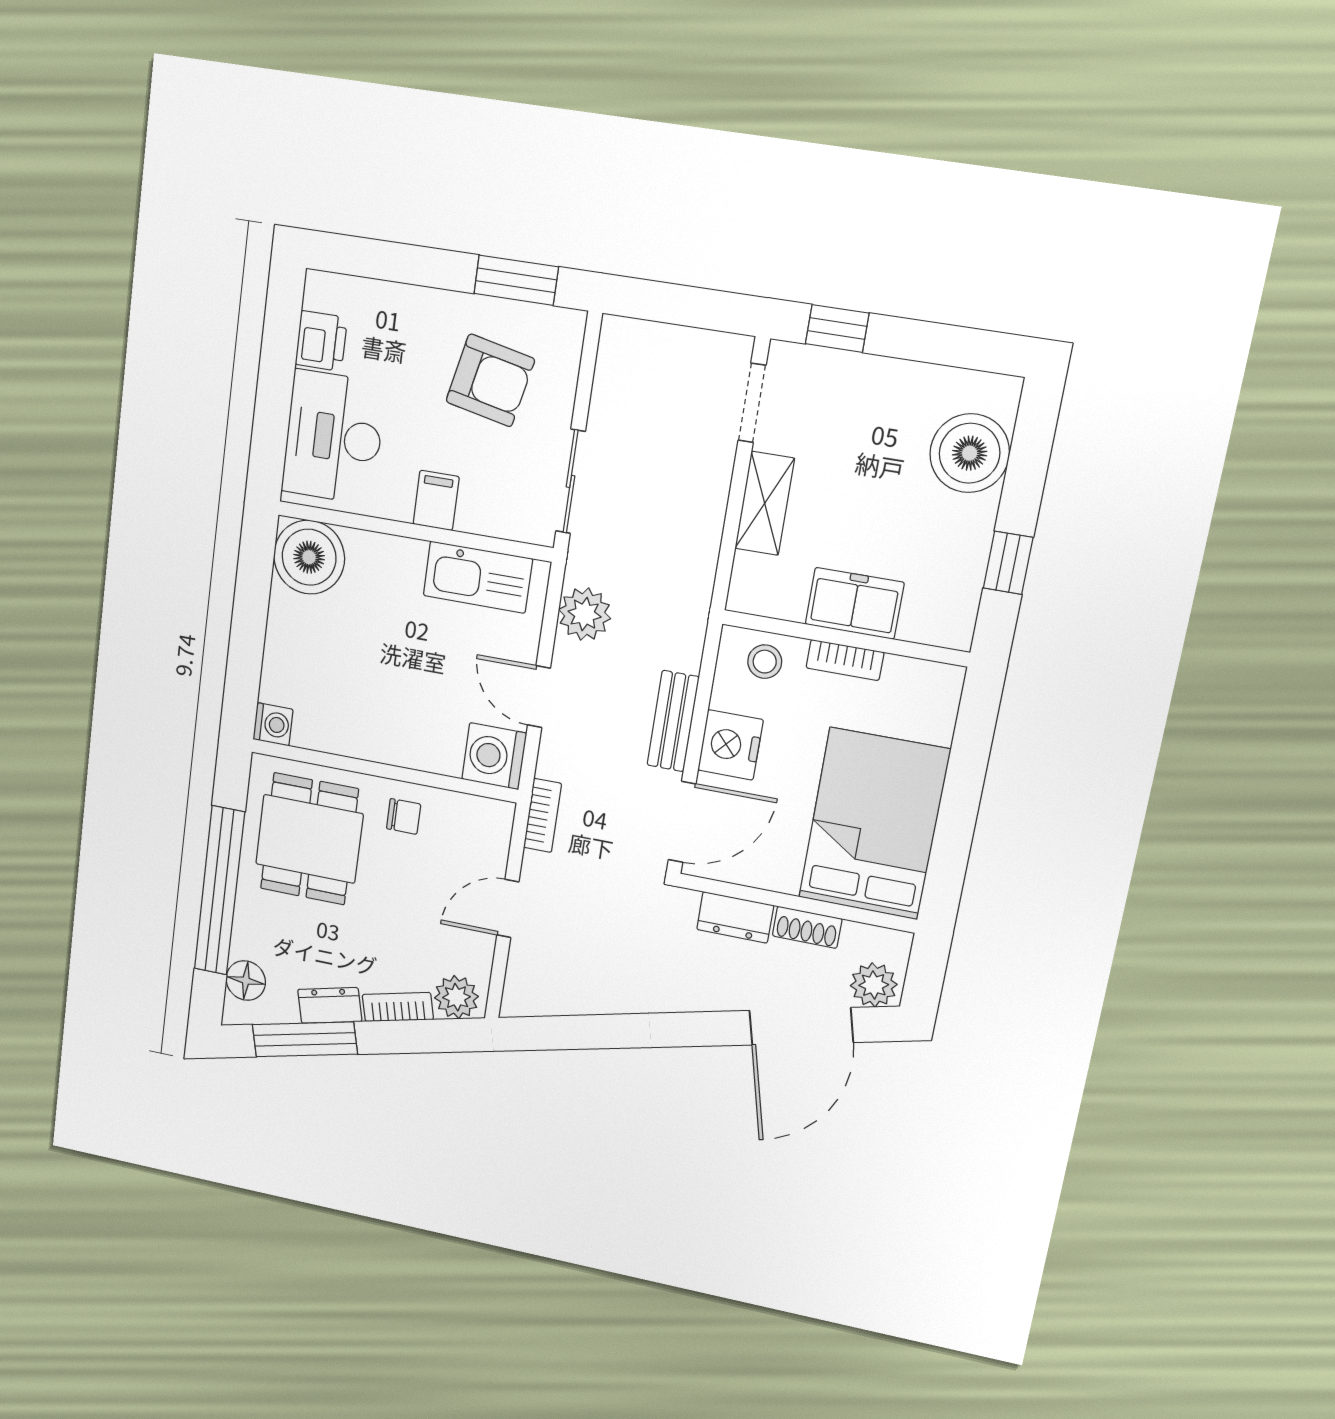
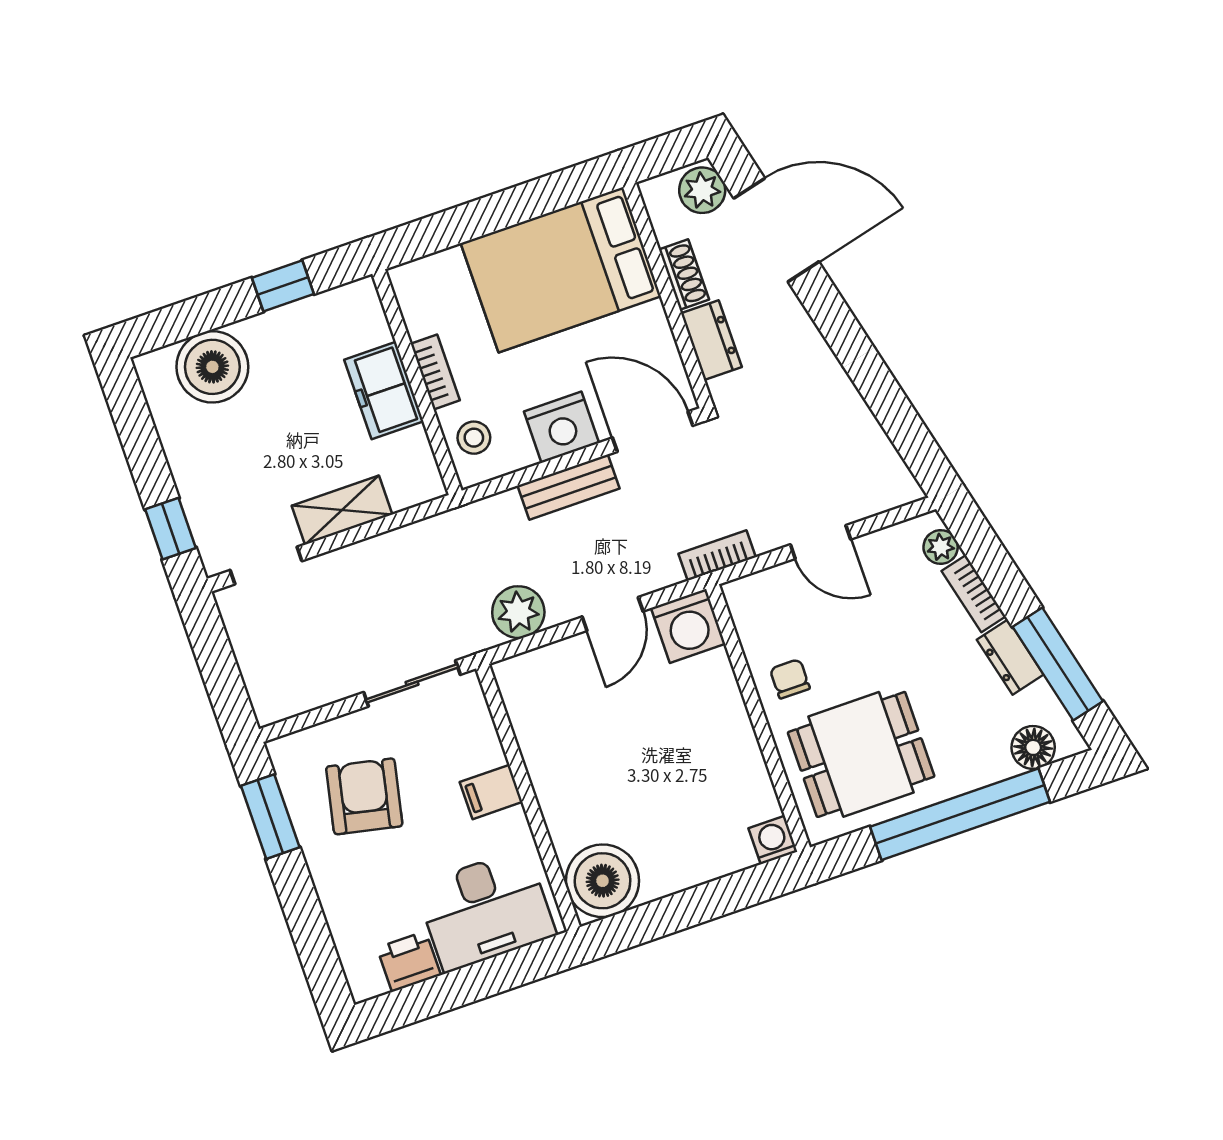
kitchen sink: (478, 577) -> (538, 722), removed
plant: (456, 997) -> (941, 547), width x0.73, depth x0.73

